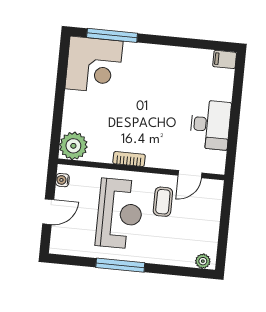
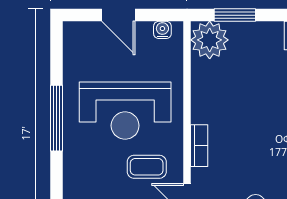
window: (57, 125) -> (235, 15), added
bookcase: (129, 159) -> (199, 146), moved

